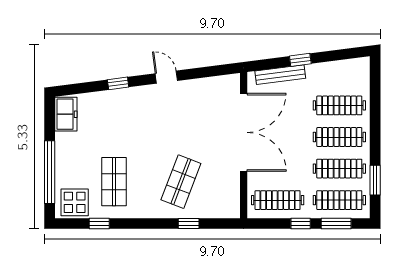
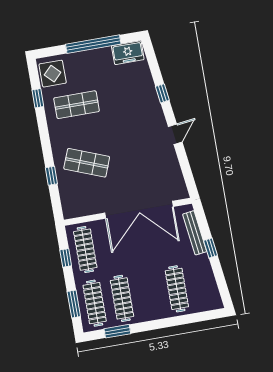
clothes rail: (339, 137) -> (149, 294), removed
window: (50, 172) -> (93, 44), moved
window: (301, 224) -> (66, 258), moved

